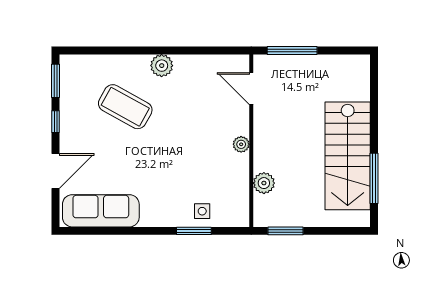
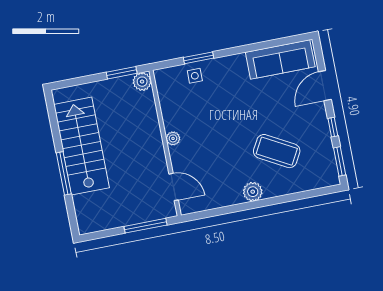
window: (374, 178) -> (64, 173), moved
plant: (264, 183) -> (142, 82), moved

